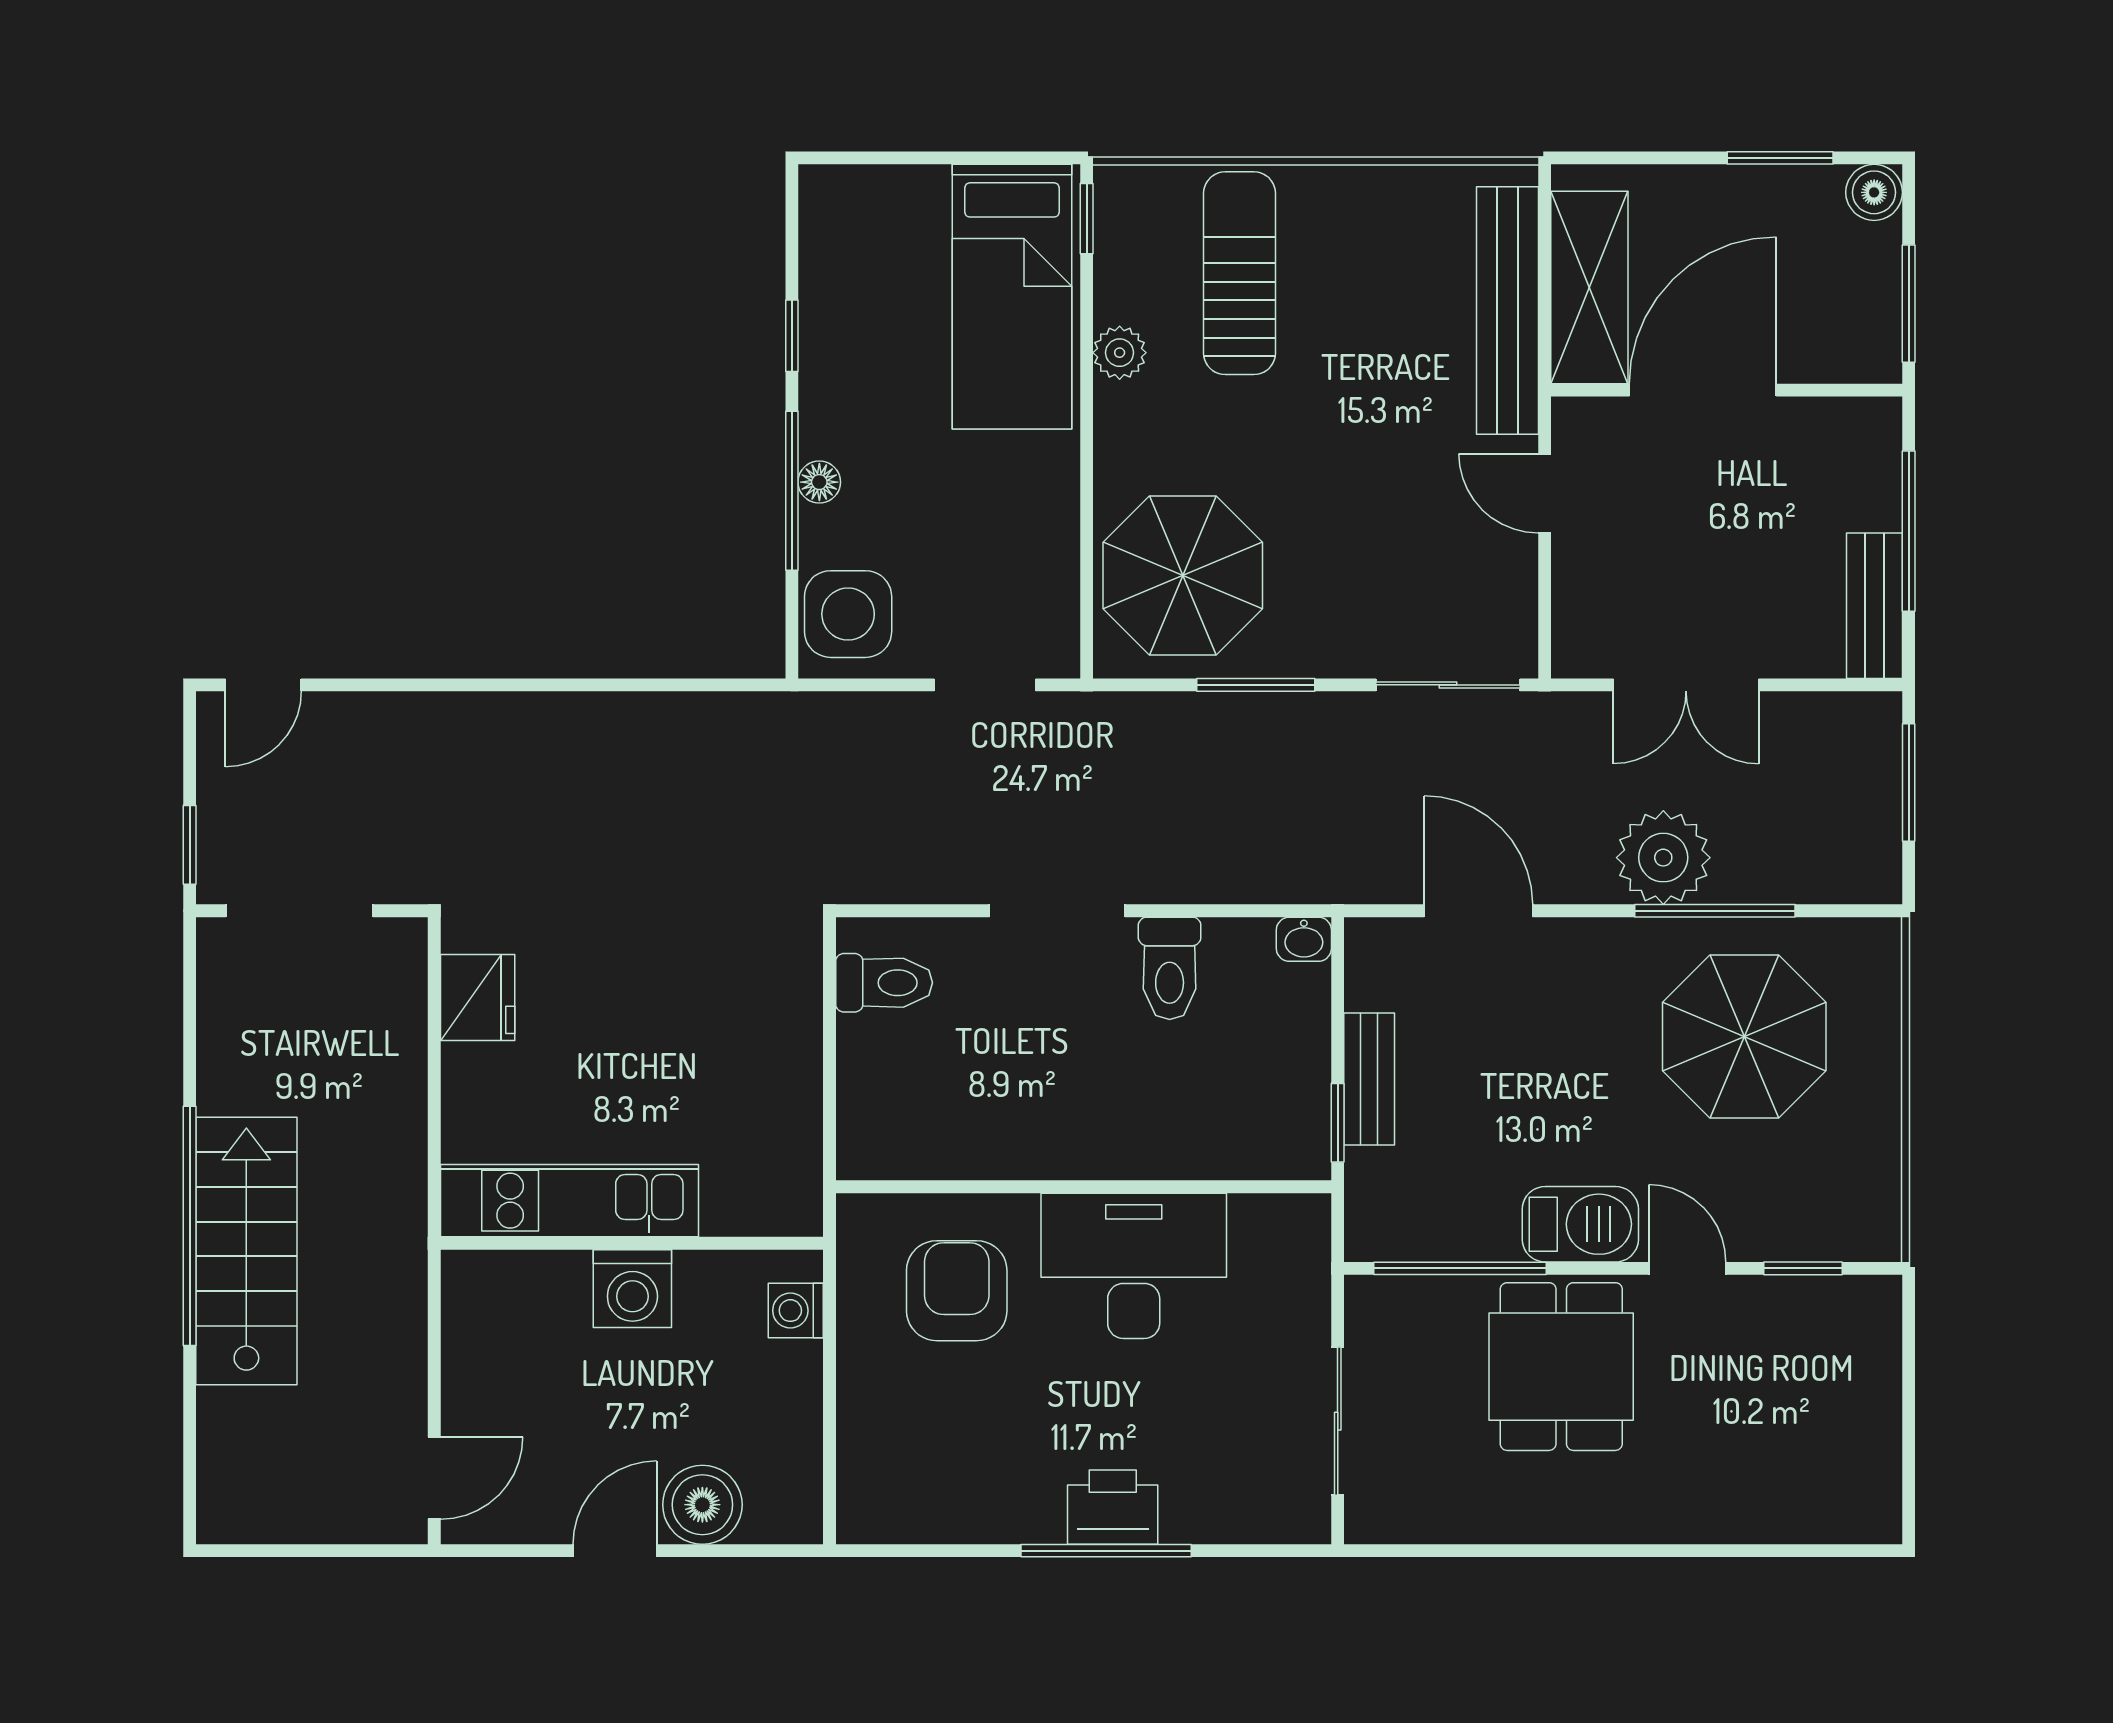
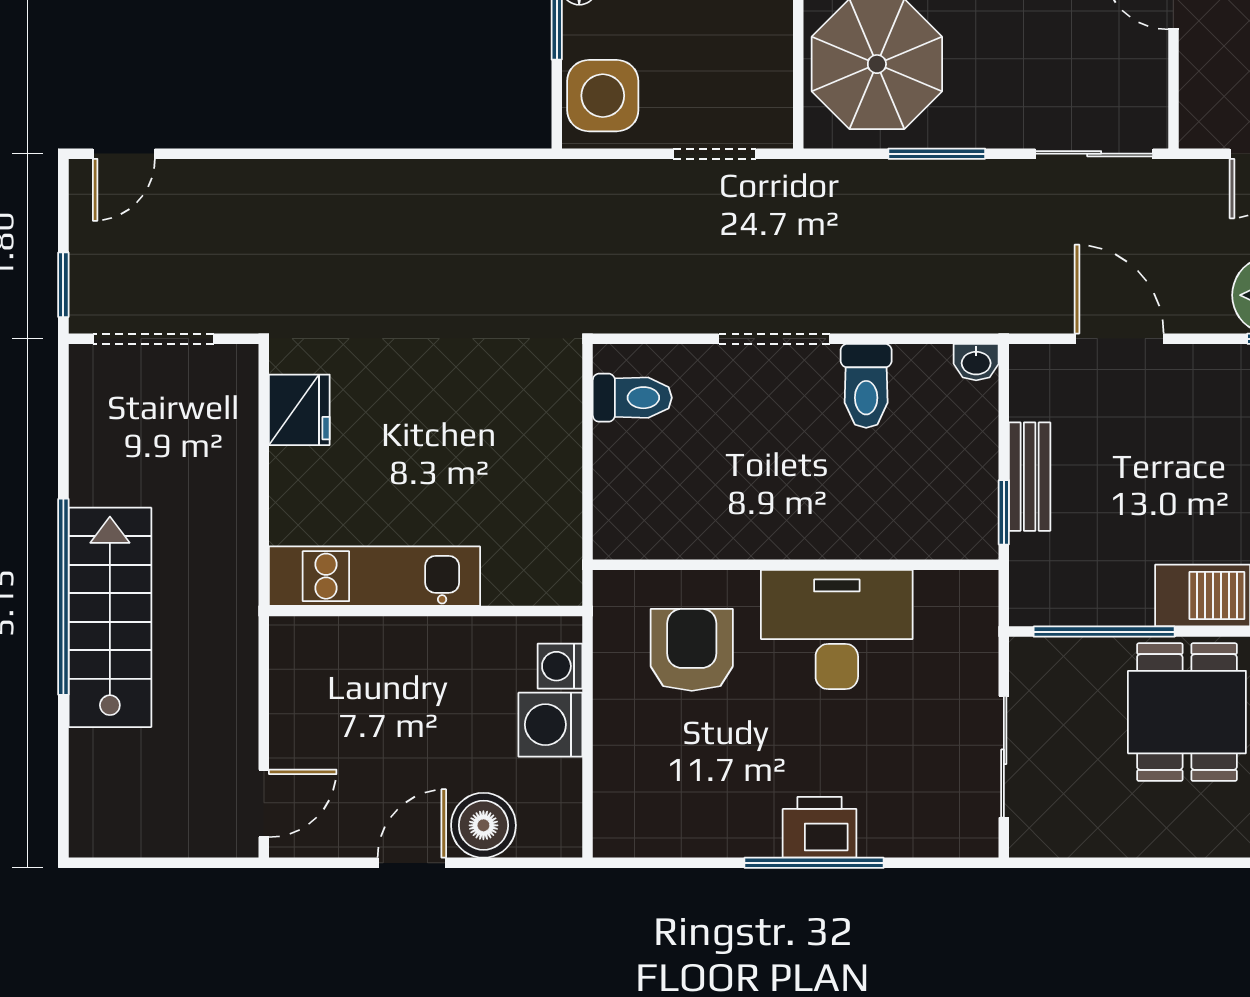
washing machine: (632, 1289) -> (550, 725), moved, turned 90

